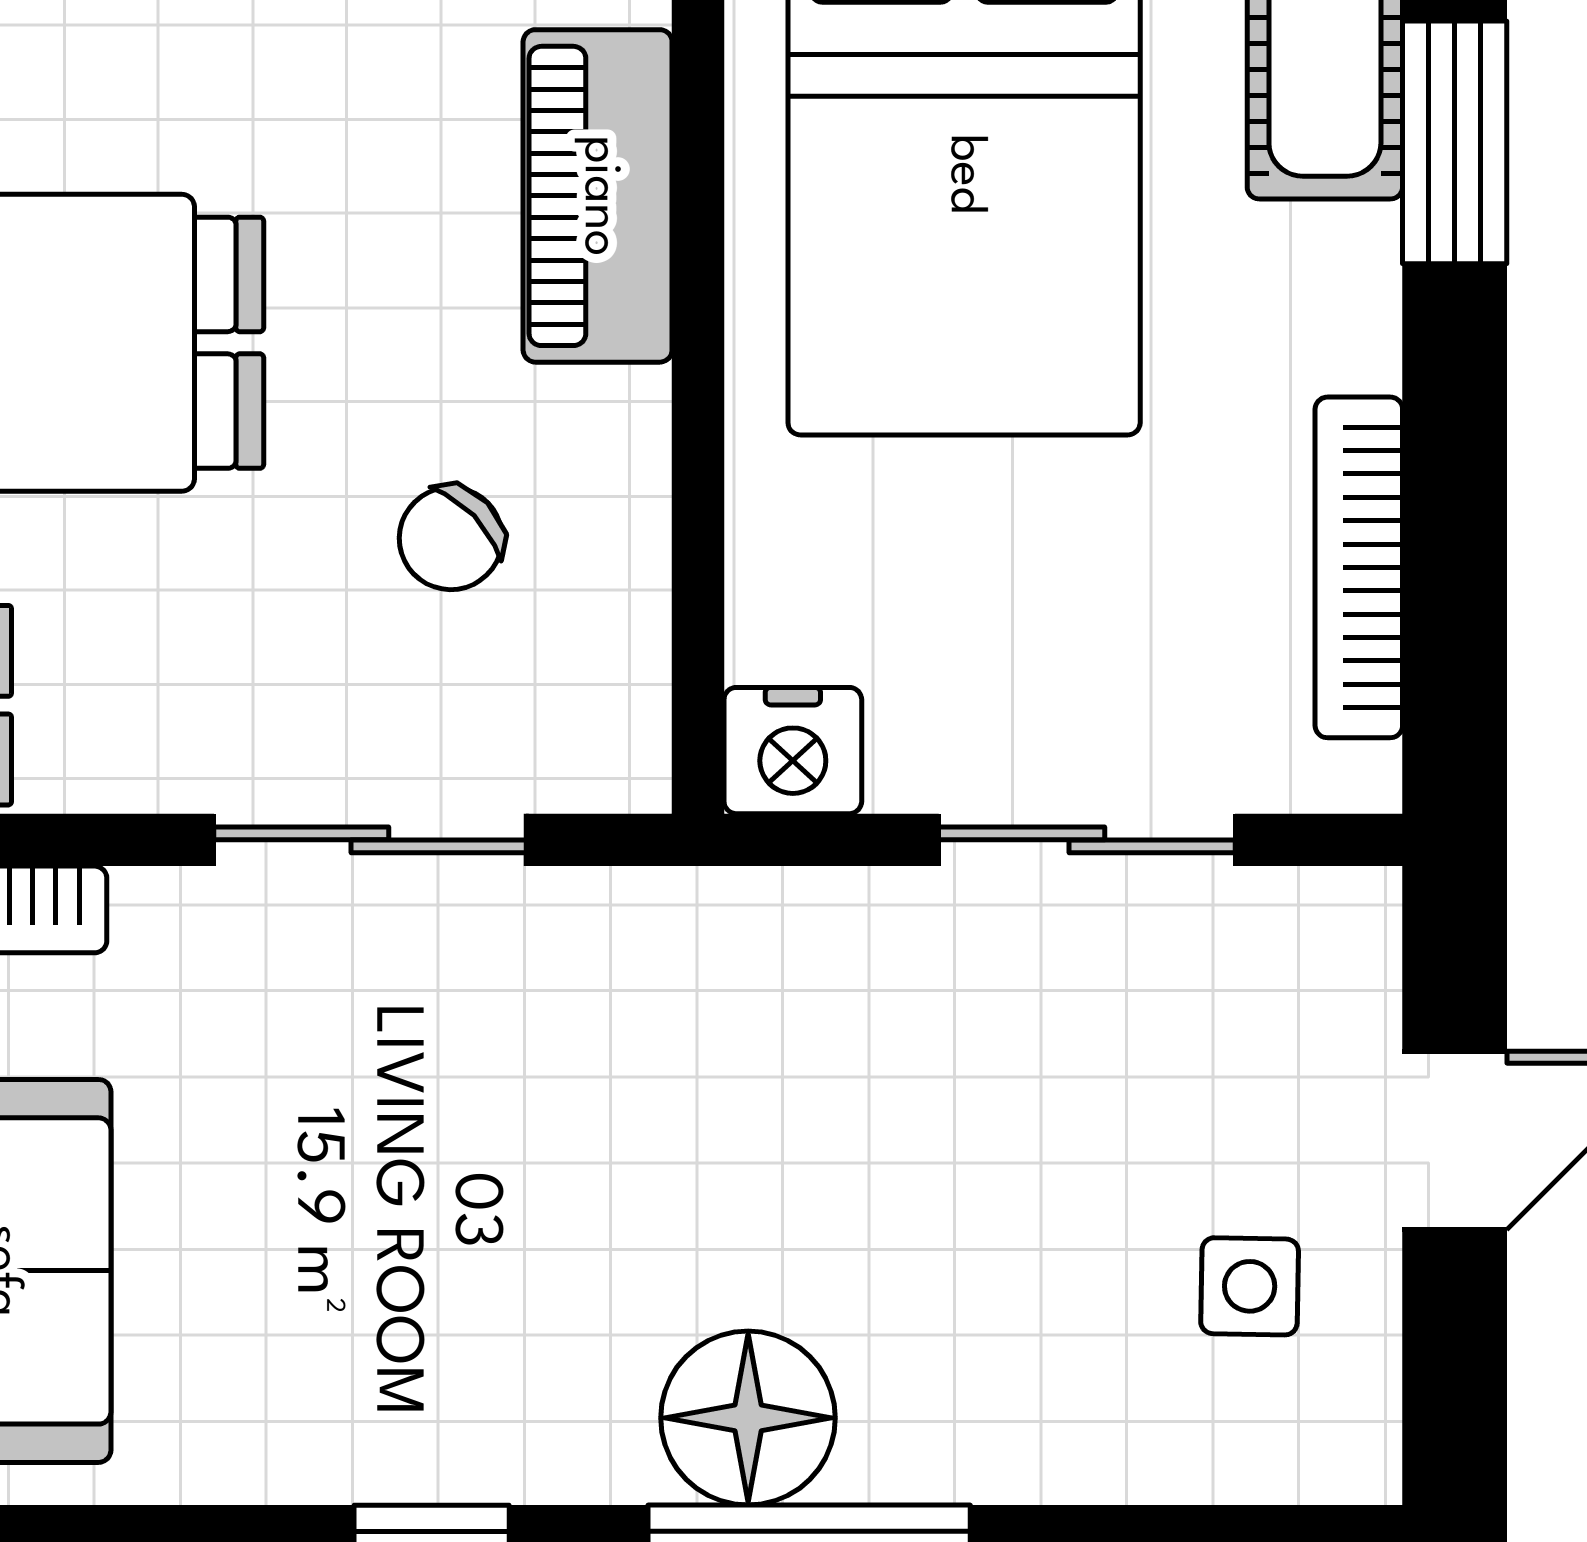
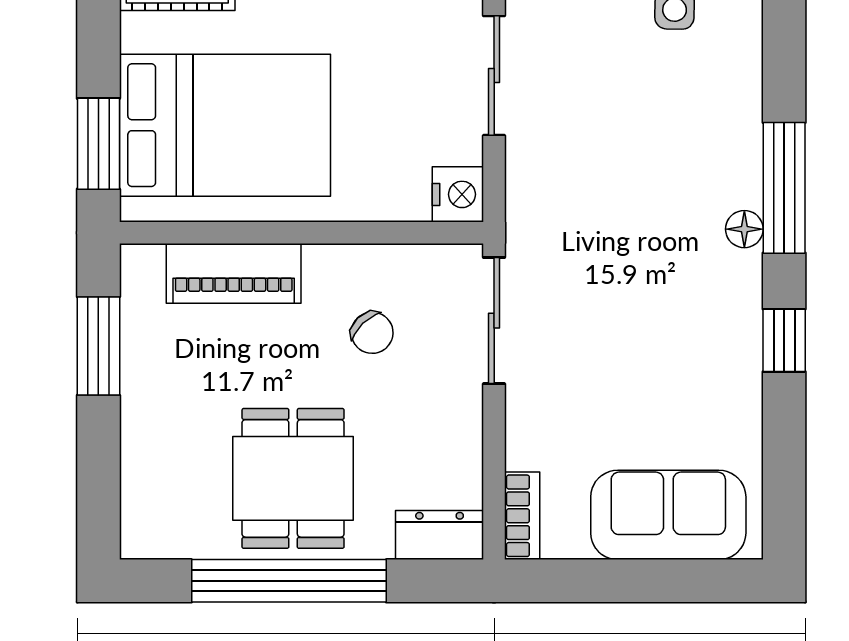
sliding door: (370, 840) -> (494, 321), moved
floor lamp: (748, 1418) -> (744, 229), width x0.53, depth x0.53

